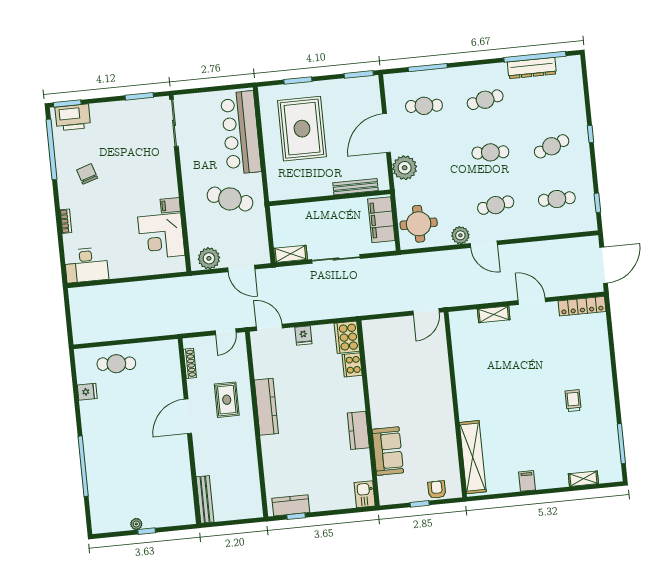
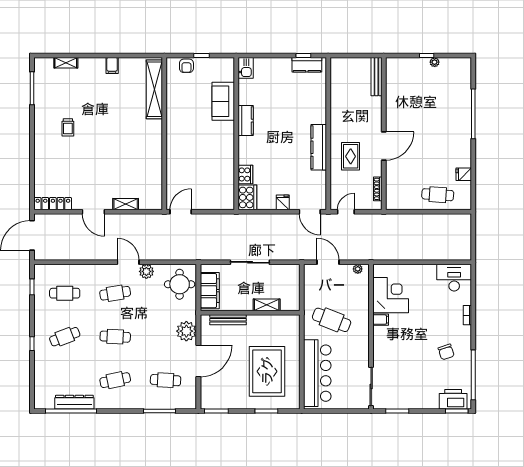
shelving: (290, 254) -> (267, 305), moved
plant: (209, 258) -> (358, 269), width x0.53, depth x0.53

